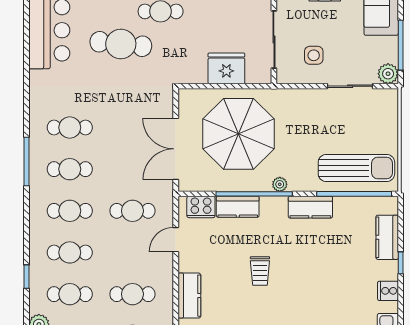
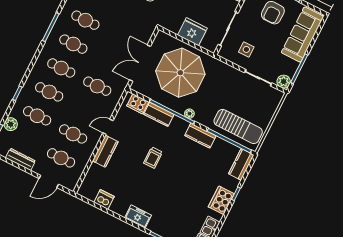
kitchen counter: (387, 237) -> (241, 164), moved
door: (176, 240) -> (108, 127), moved
cooker: (388, 291) -> (221, 200), width x1.87, depth x1.31

